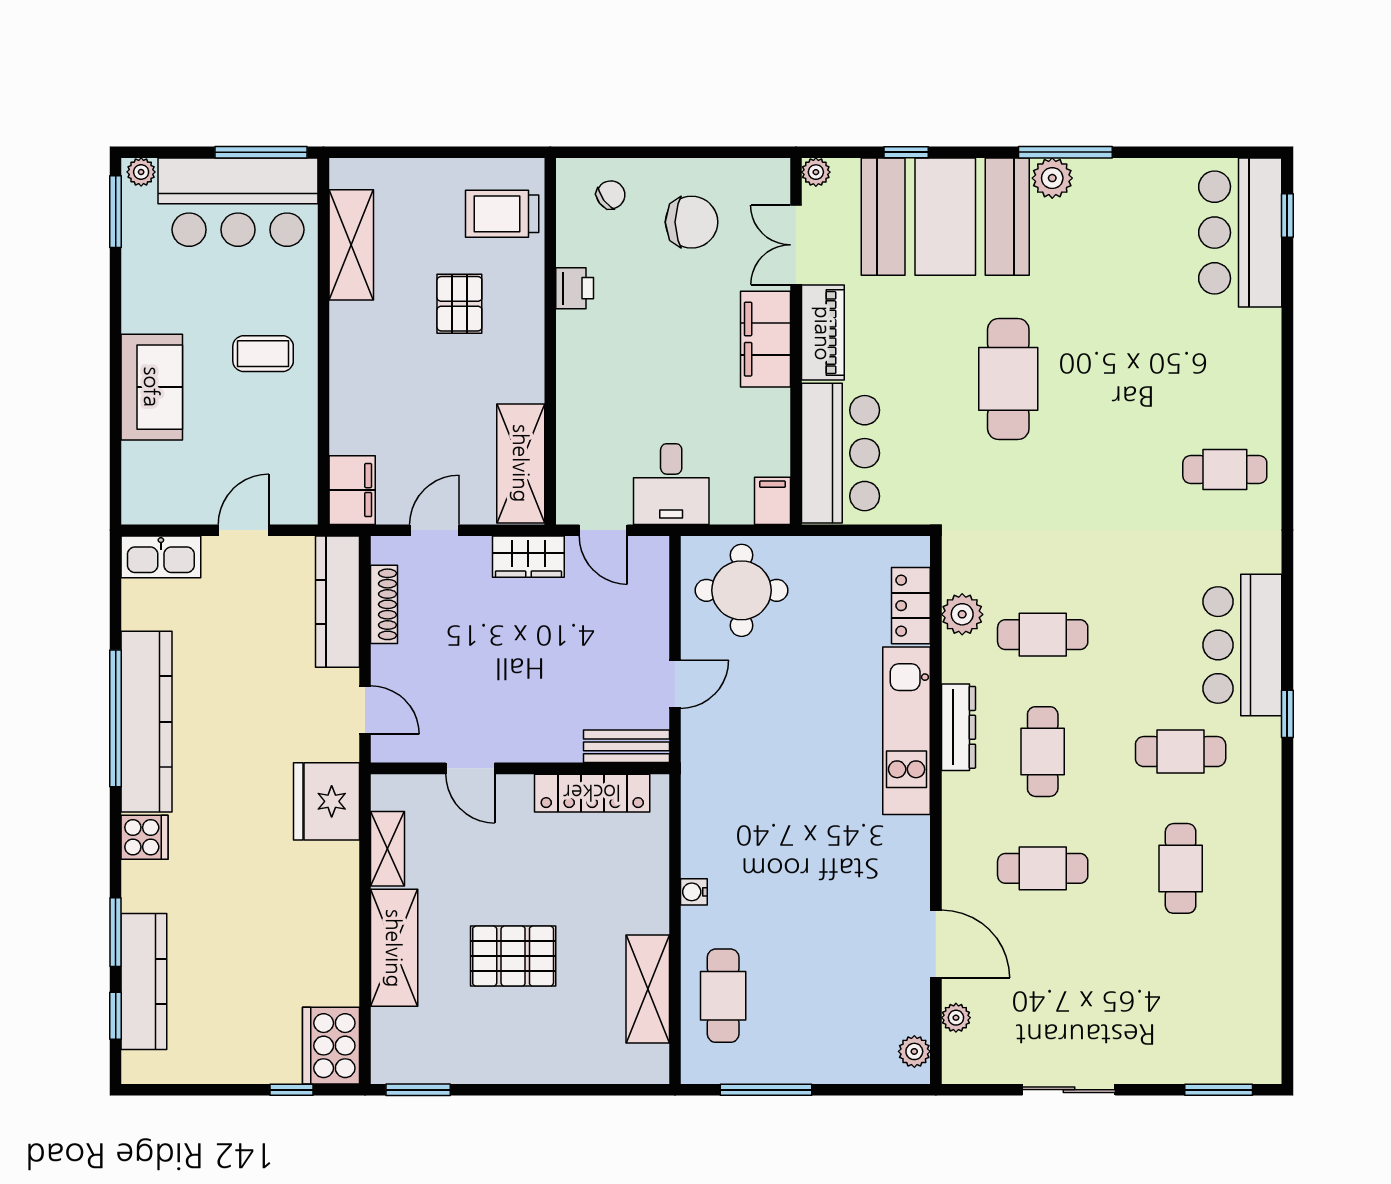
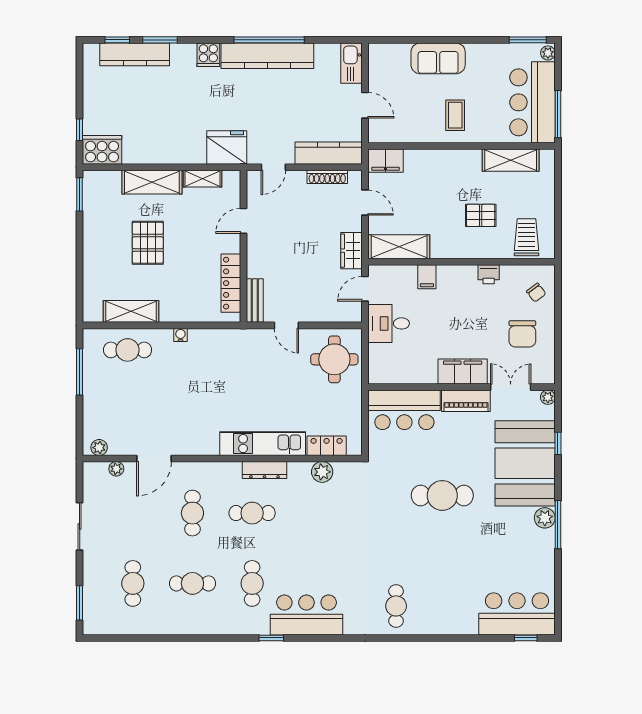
filing cabinet: (772, 501) -> (427, 277), moved, turned 90
cafe table: (1043, 635) -> (133, 583), moved

